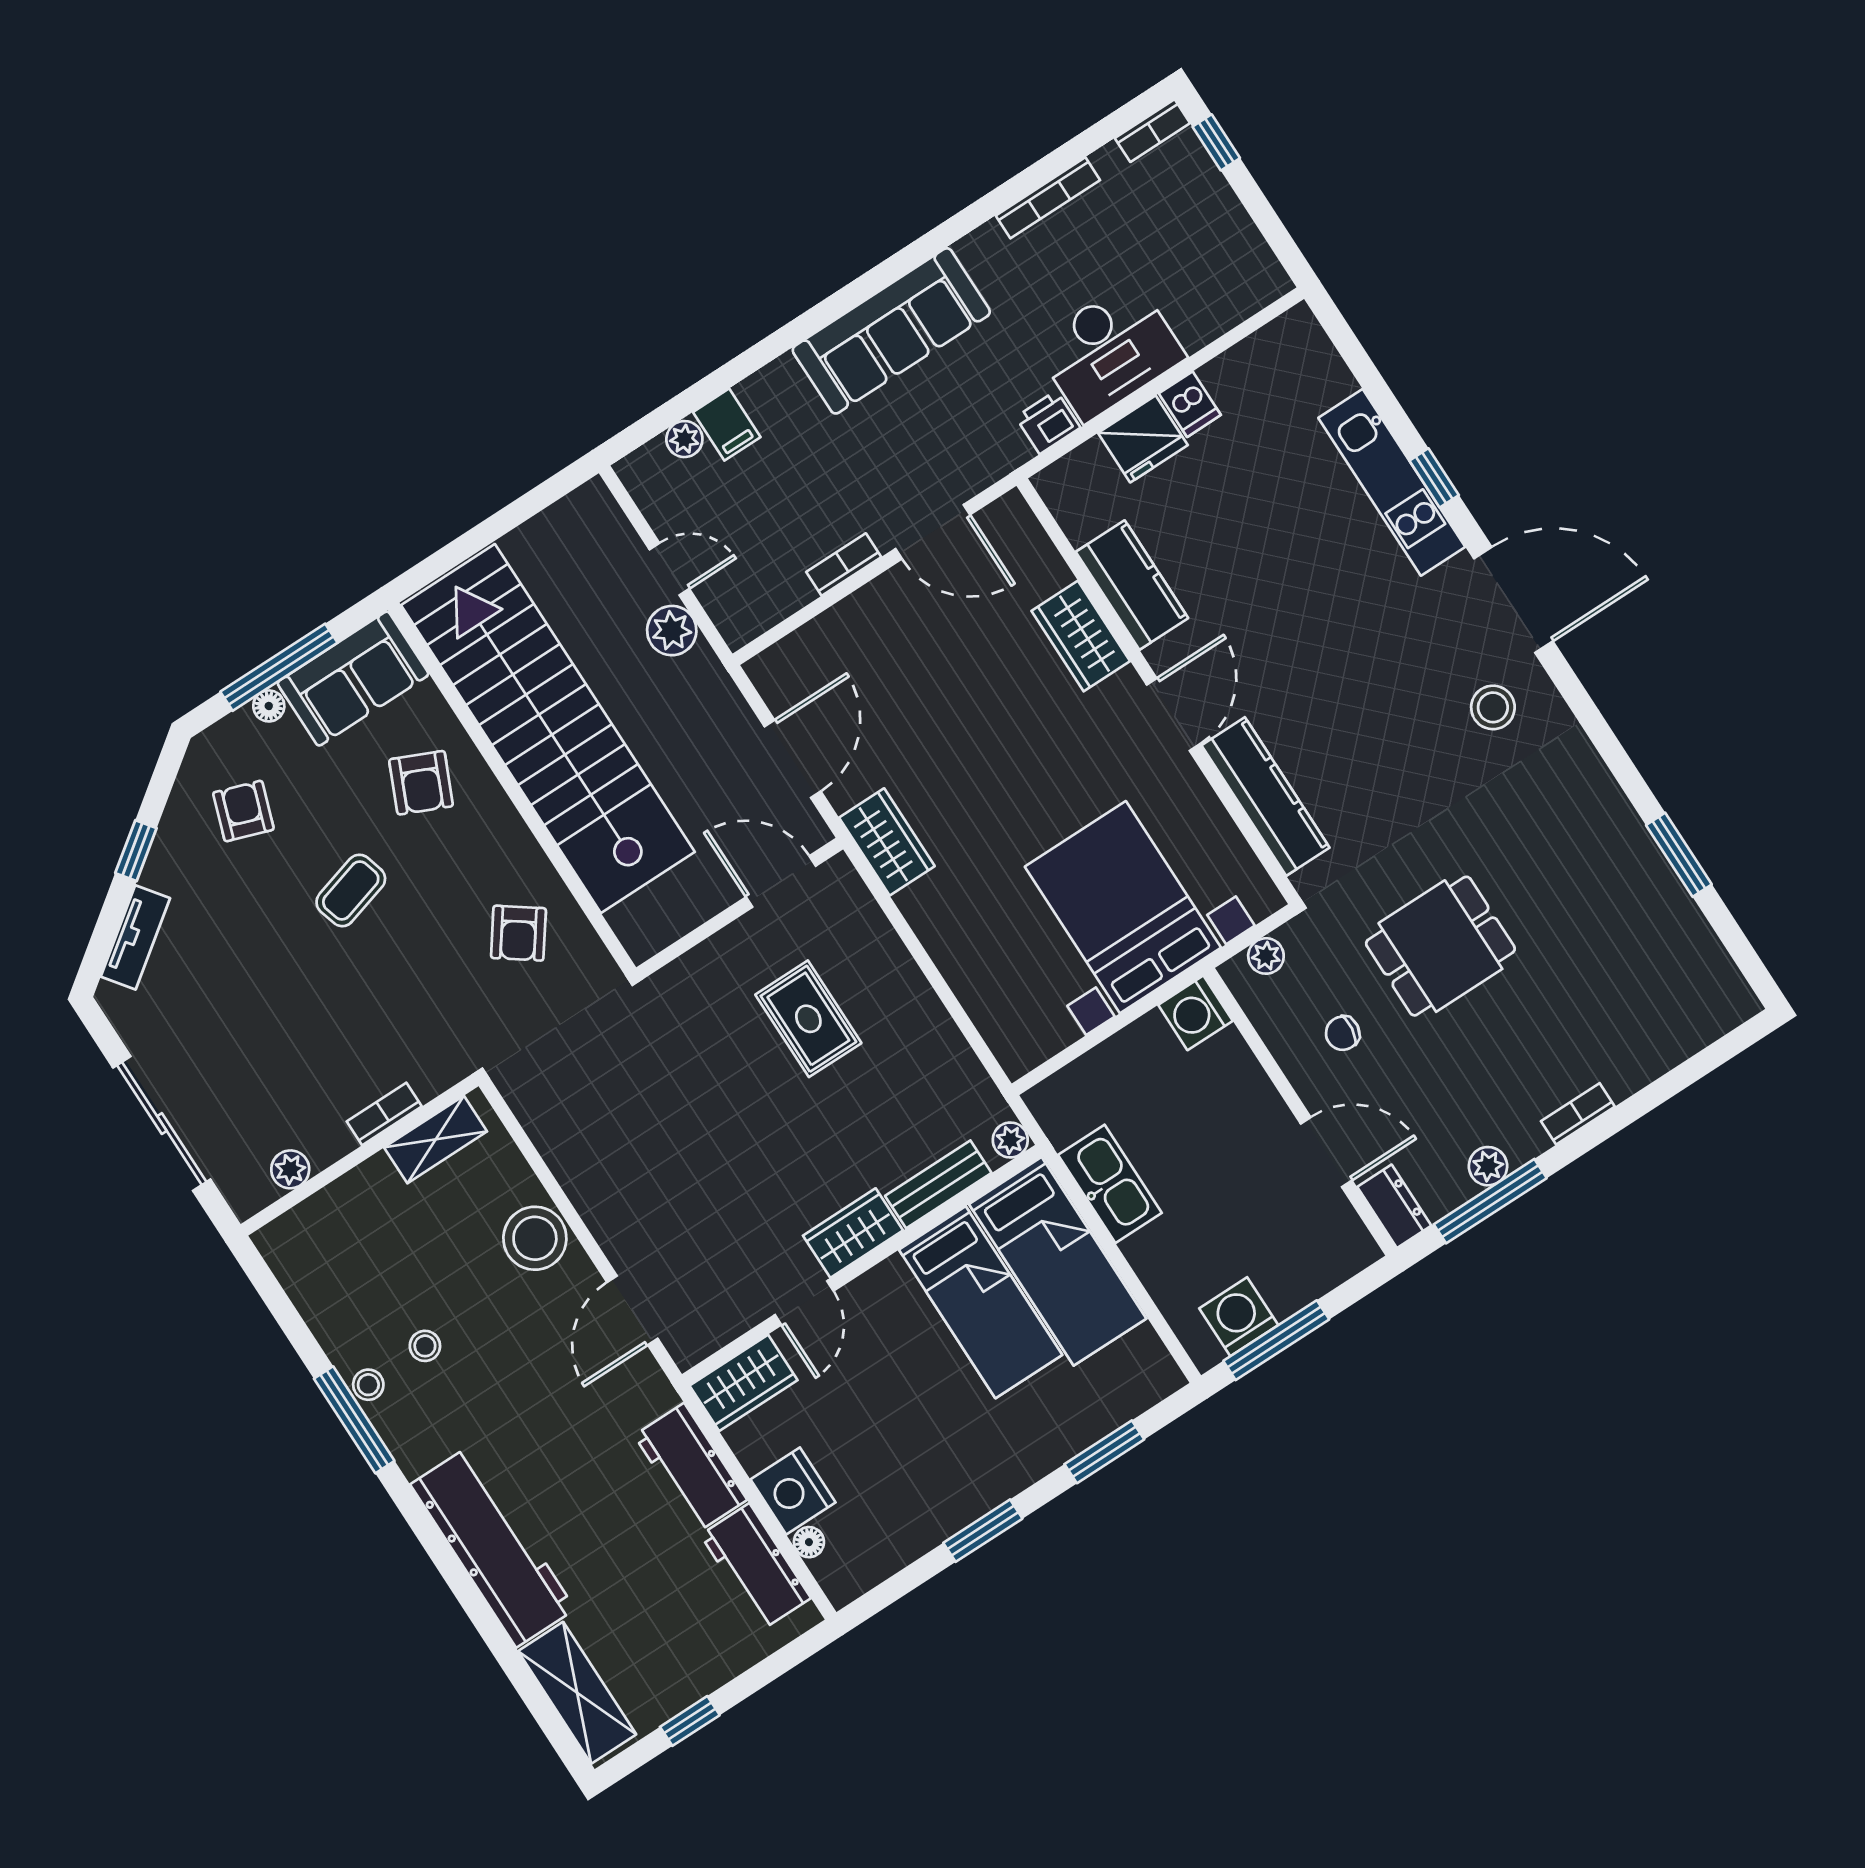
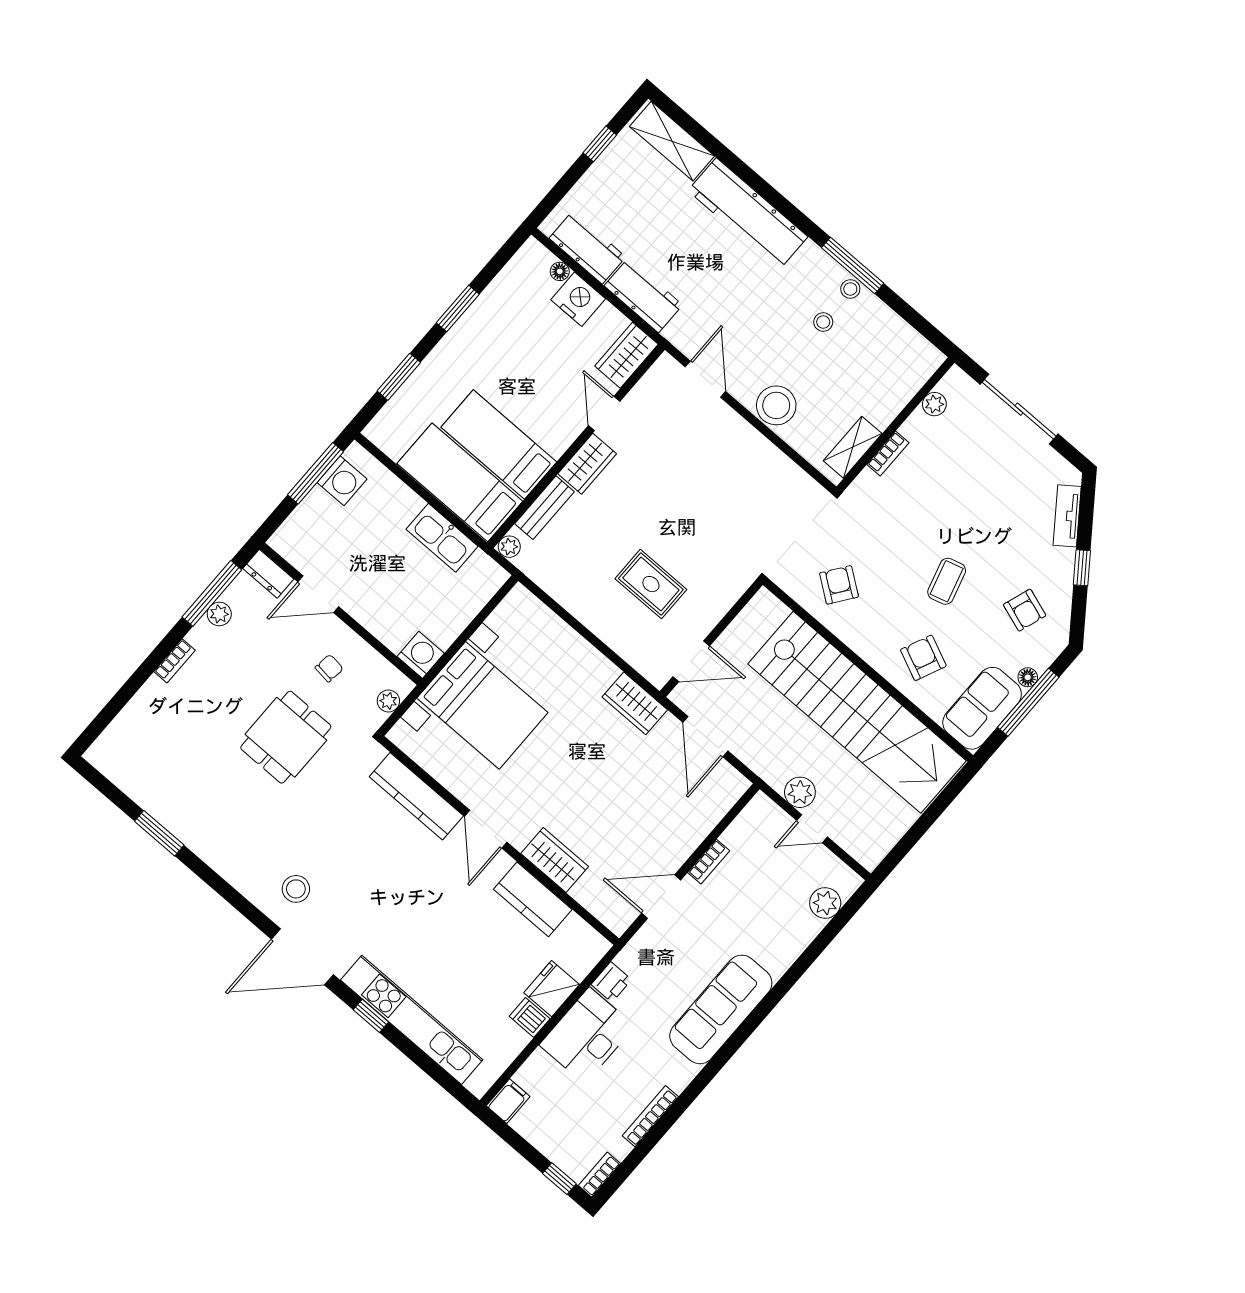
filing cabinet: (727, 425) -> (508, 1101), moved, turned 90
plant: (684, 439) -> (825, 903), width x1.38, depth x1.38
kitchen unit: (1392, 482) -> (412, 1020), width x1.36

